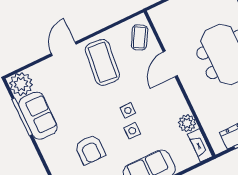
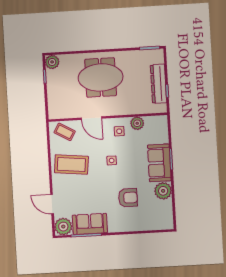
door: (64, 49) -> (52, 204), moved
side table: (132, 131) -> (119, 131), moved
fireplace: (200, 145) -> (156, 121), removed

